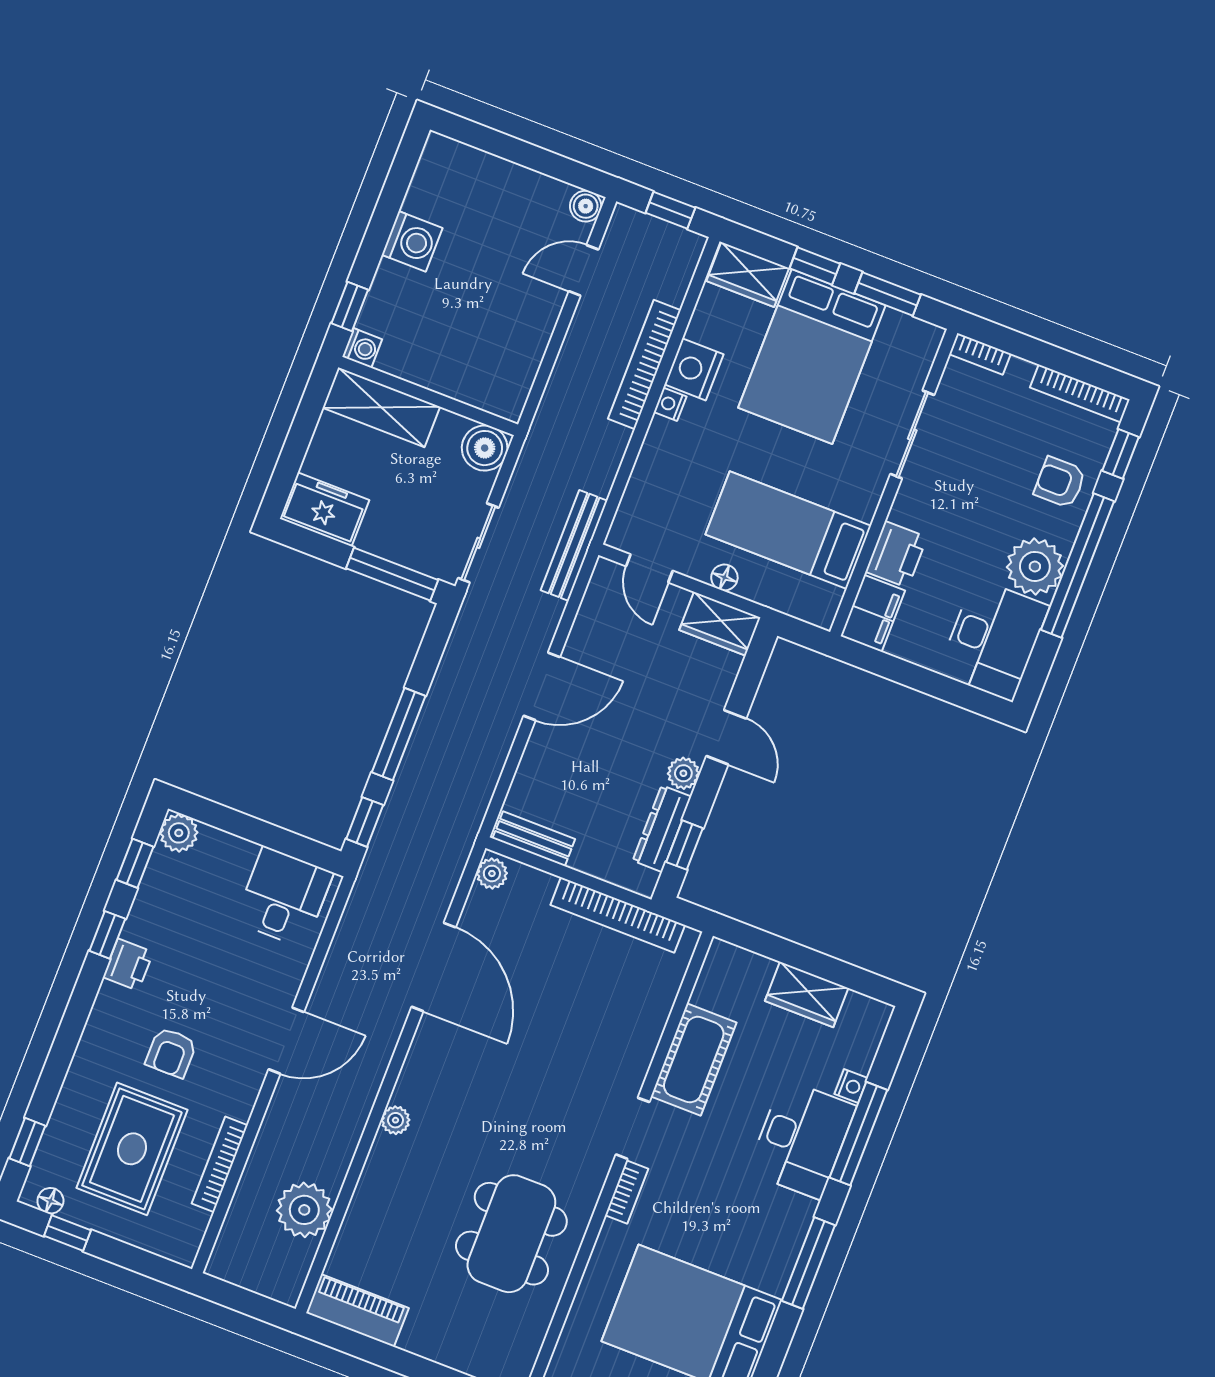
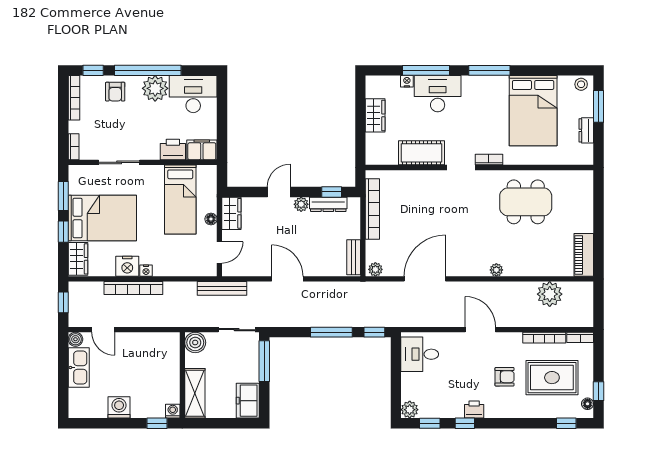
kitchen sink: (525, 191) -> (79, 367), added
bookcase: (192, 1238) -> (580, 337), added

